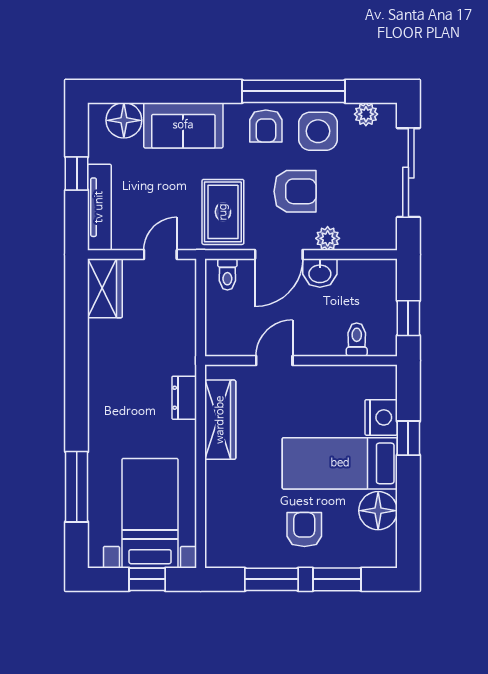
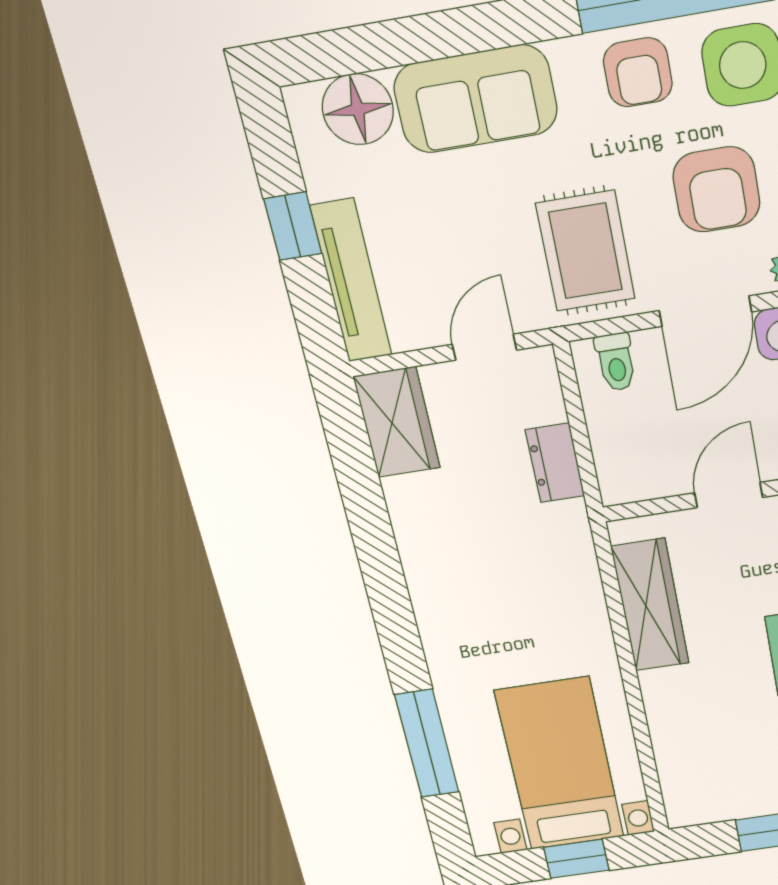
armchair: (295, 191) -> (716, 190), turned 90
dresser: (184, 398) -> (555, 463), moved

